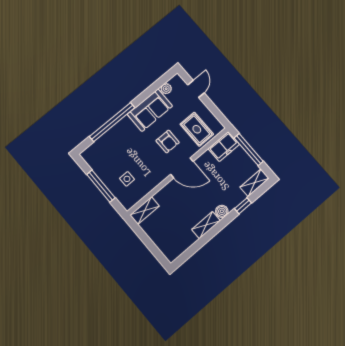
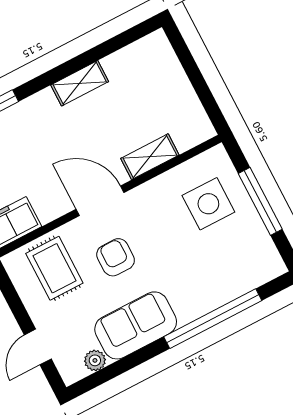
side table: (127, 179) -> (208, 204), width x1.87, depth x1.87
shelving: (145, 210) -> (150, 157), moved
boiler: (222, 211) -> (44, 102), removed

